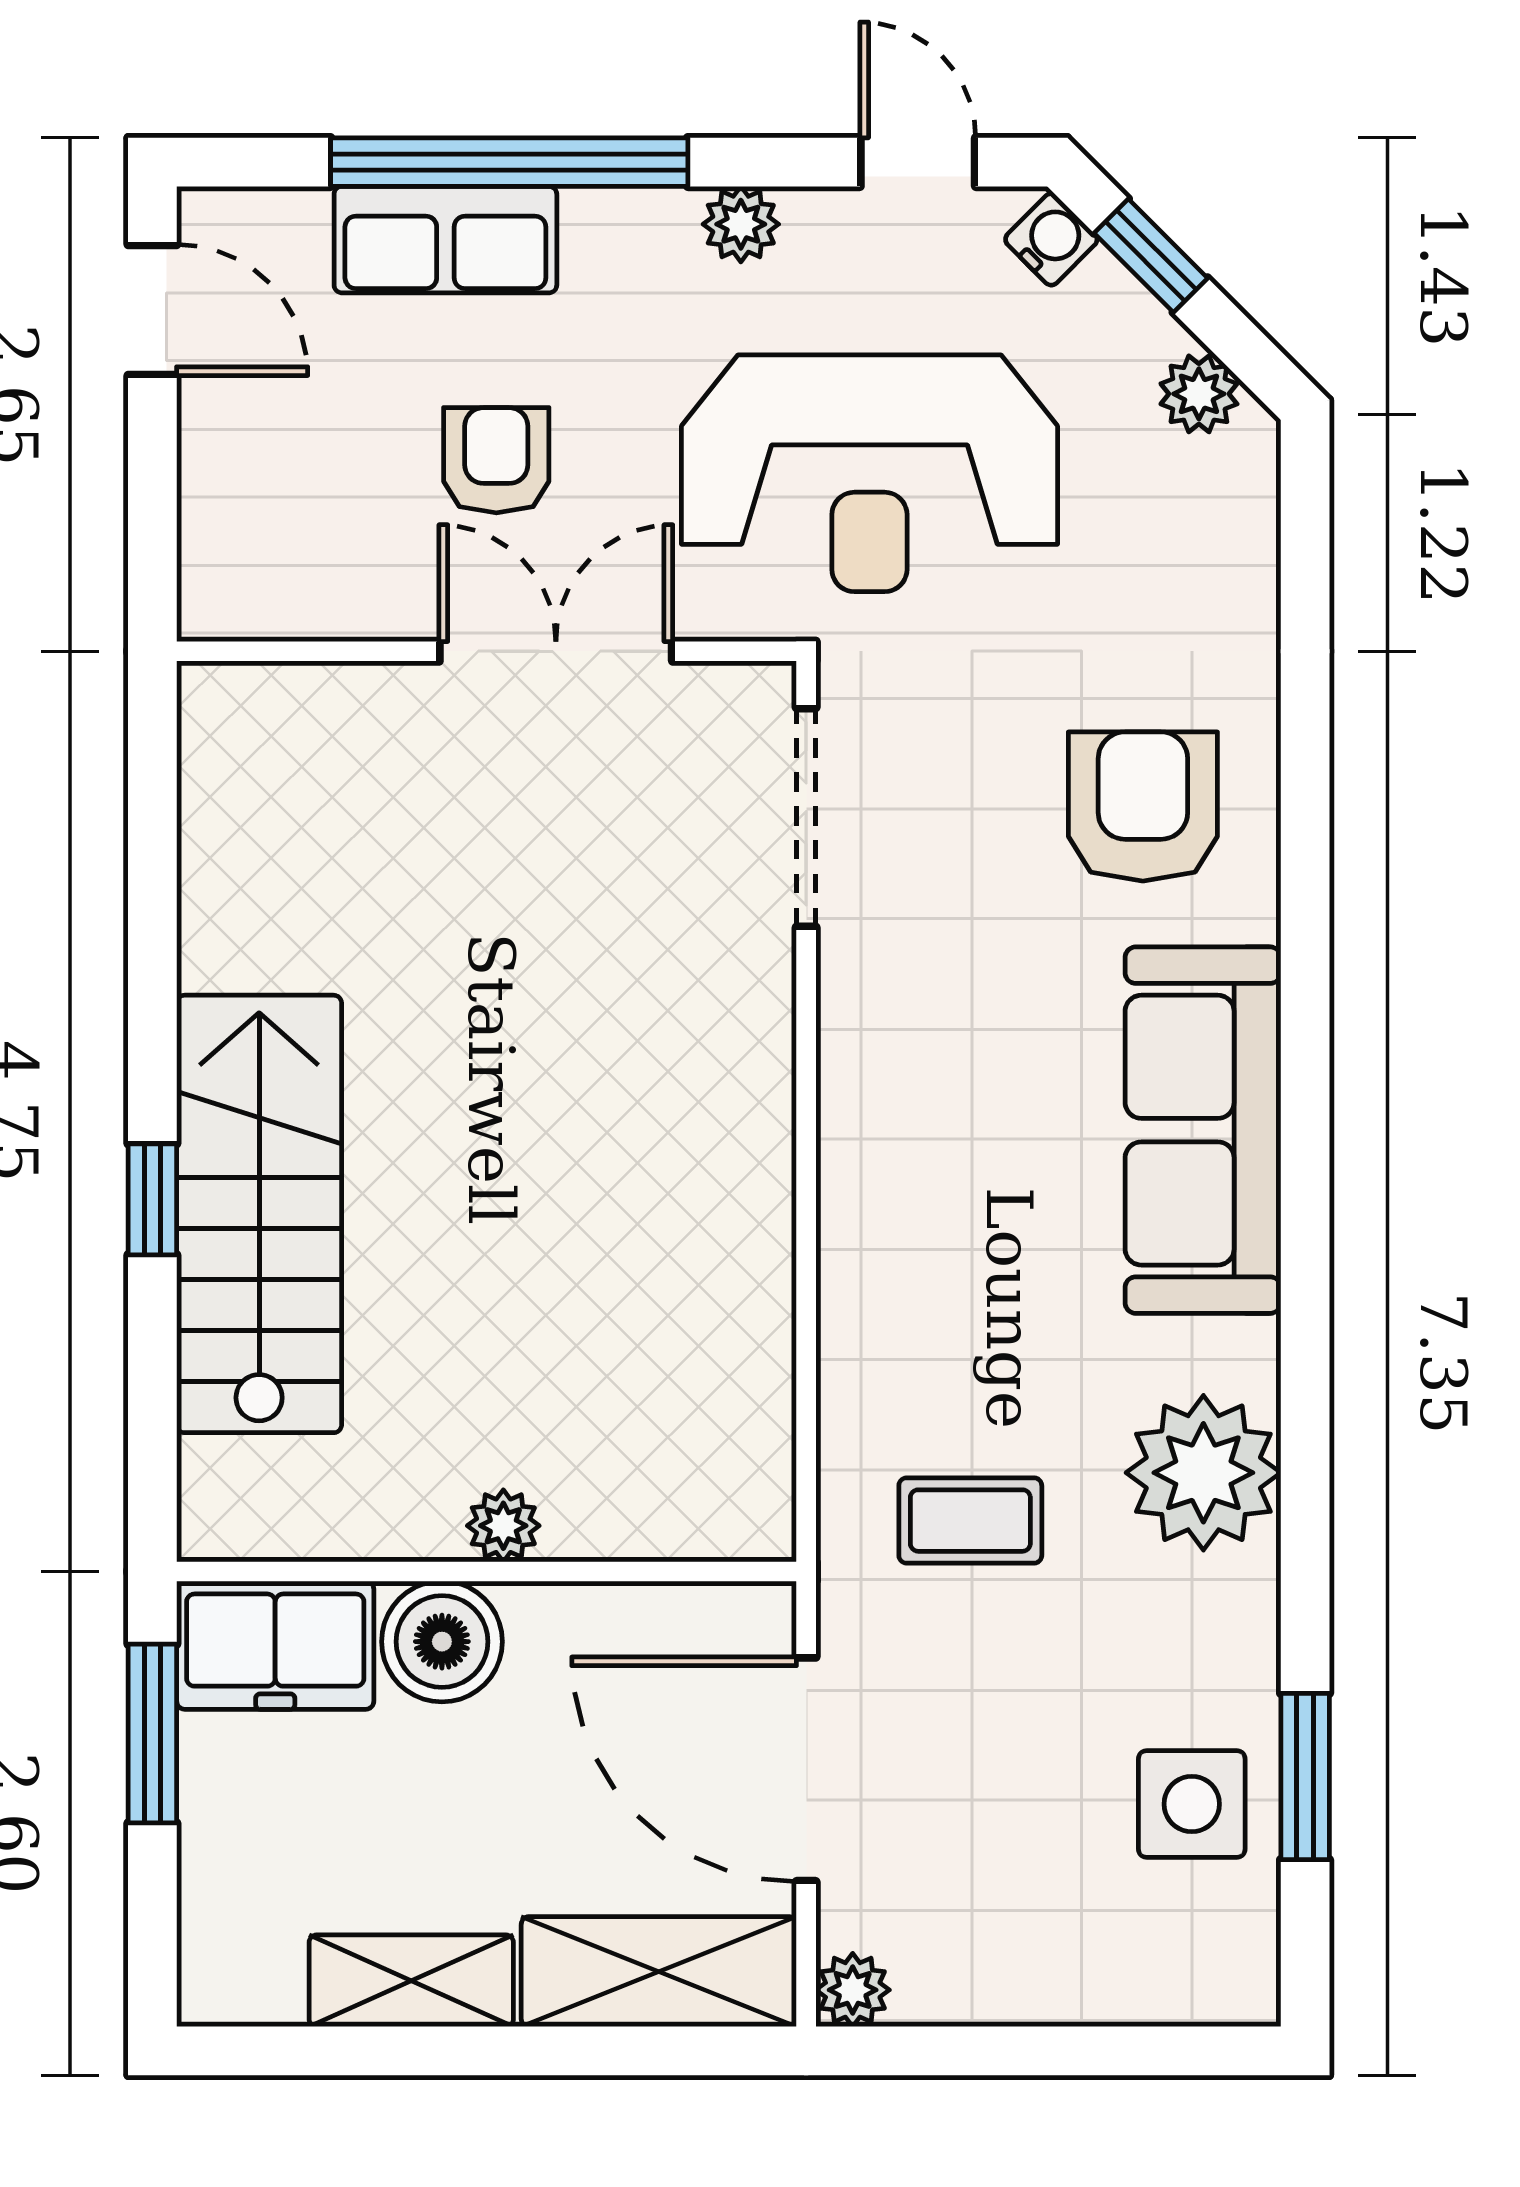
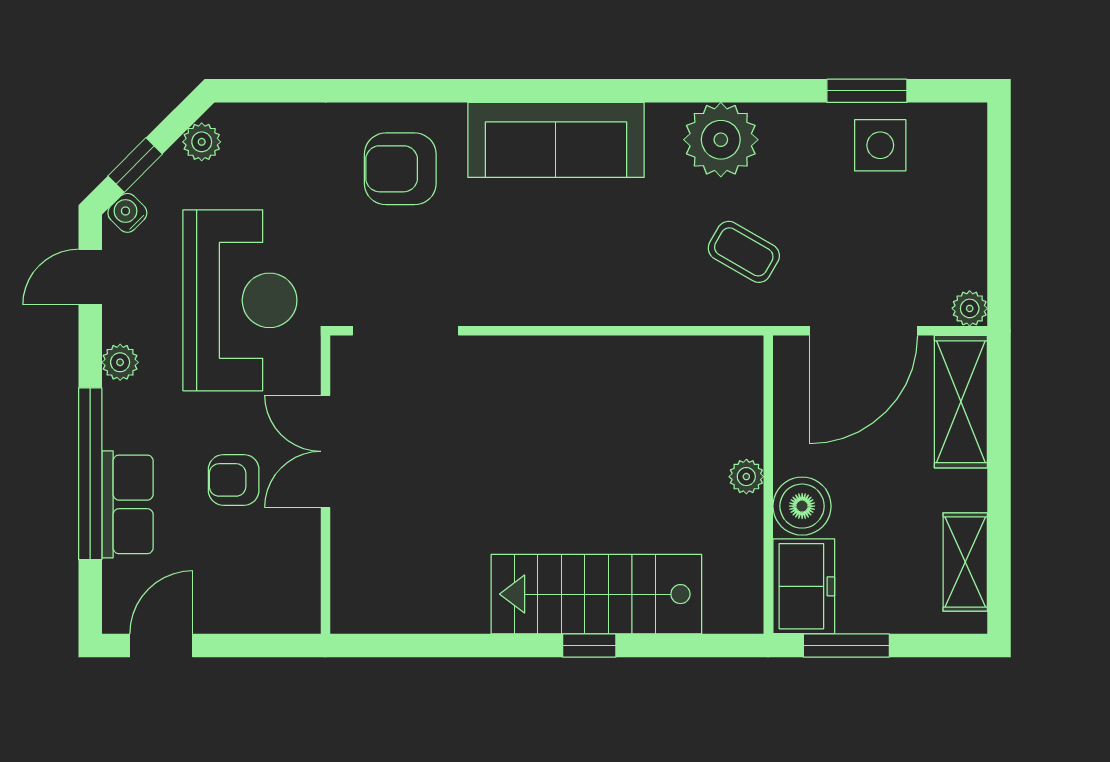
coffee table: (970, 1521) -> (744, 252), turned -60
shelving: (411, 1981) -> (965, 562), moved

